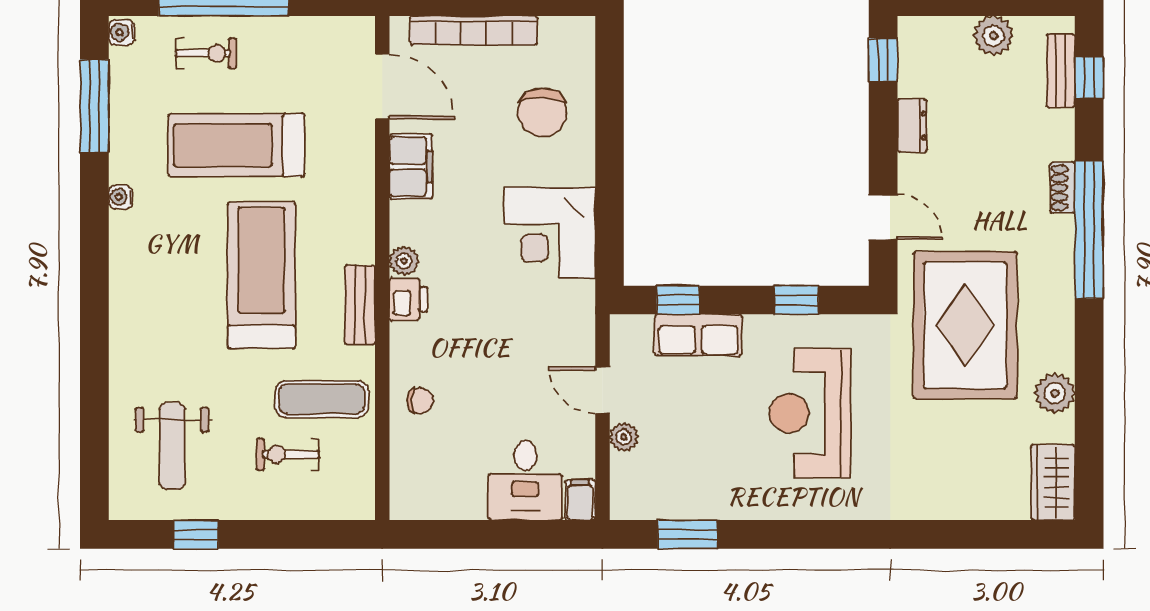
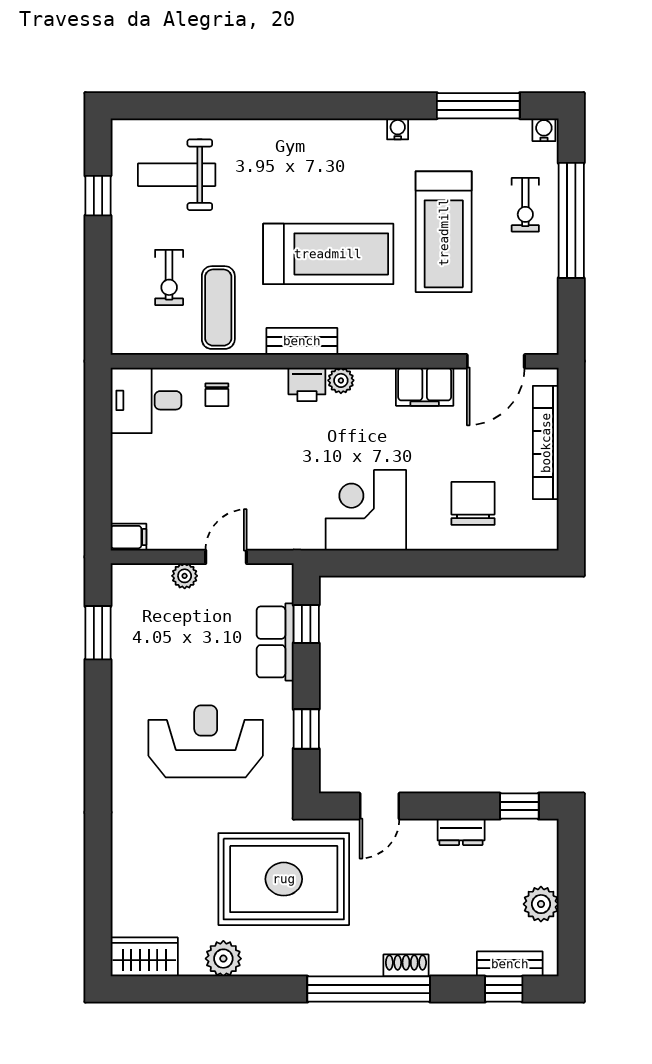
chair: (542, 112) -> (473, 503), turned 90
treadmill: (236, 145) -> (444, 232), turned 180
exercise bike: (288, 454) -> (169, 277), turned 180
desk: (525, 480) -> (146, 400), moved

